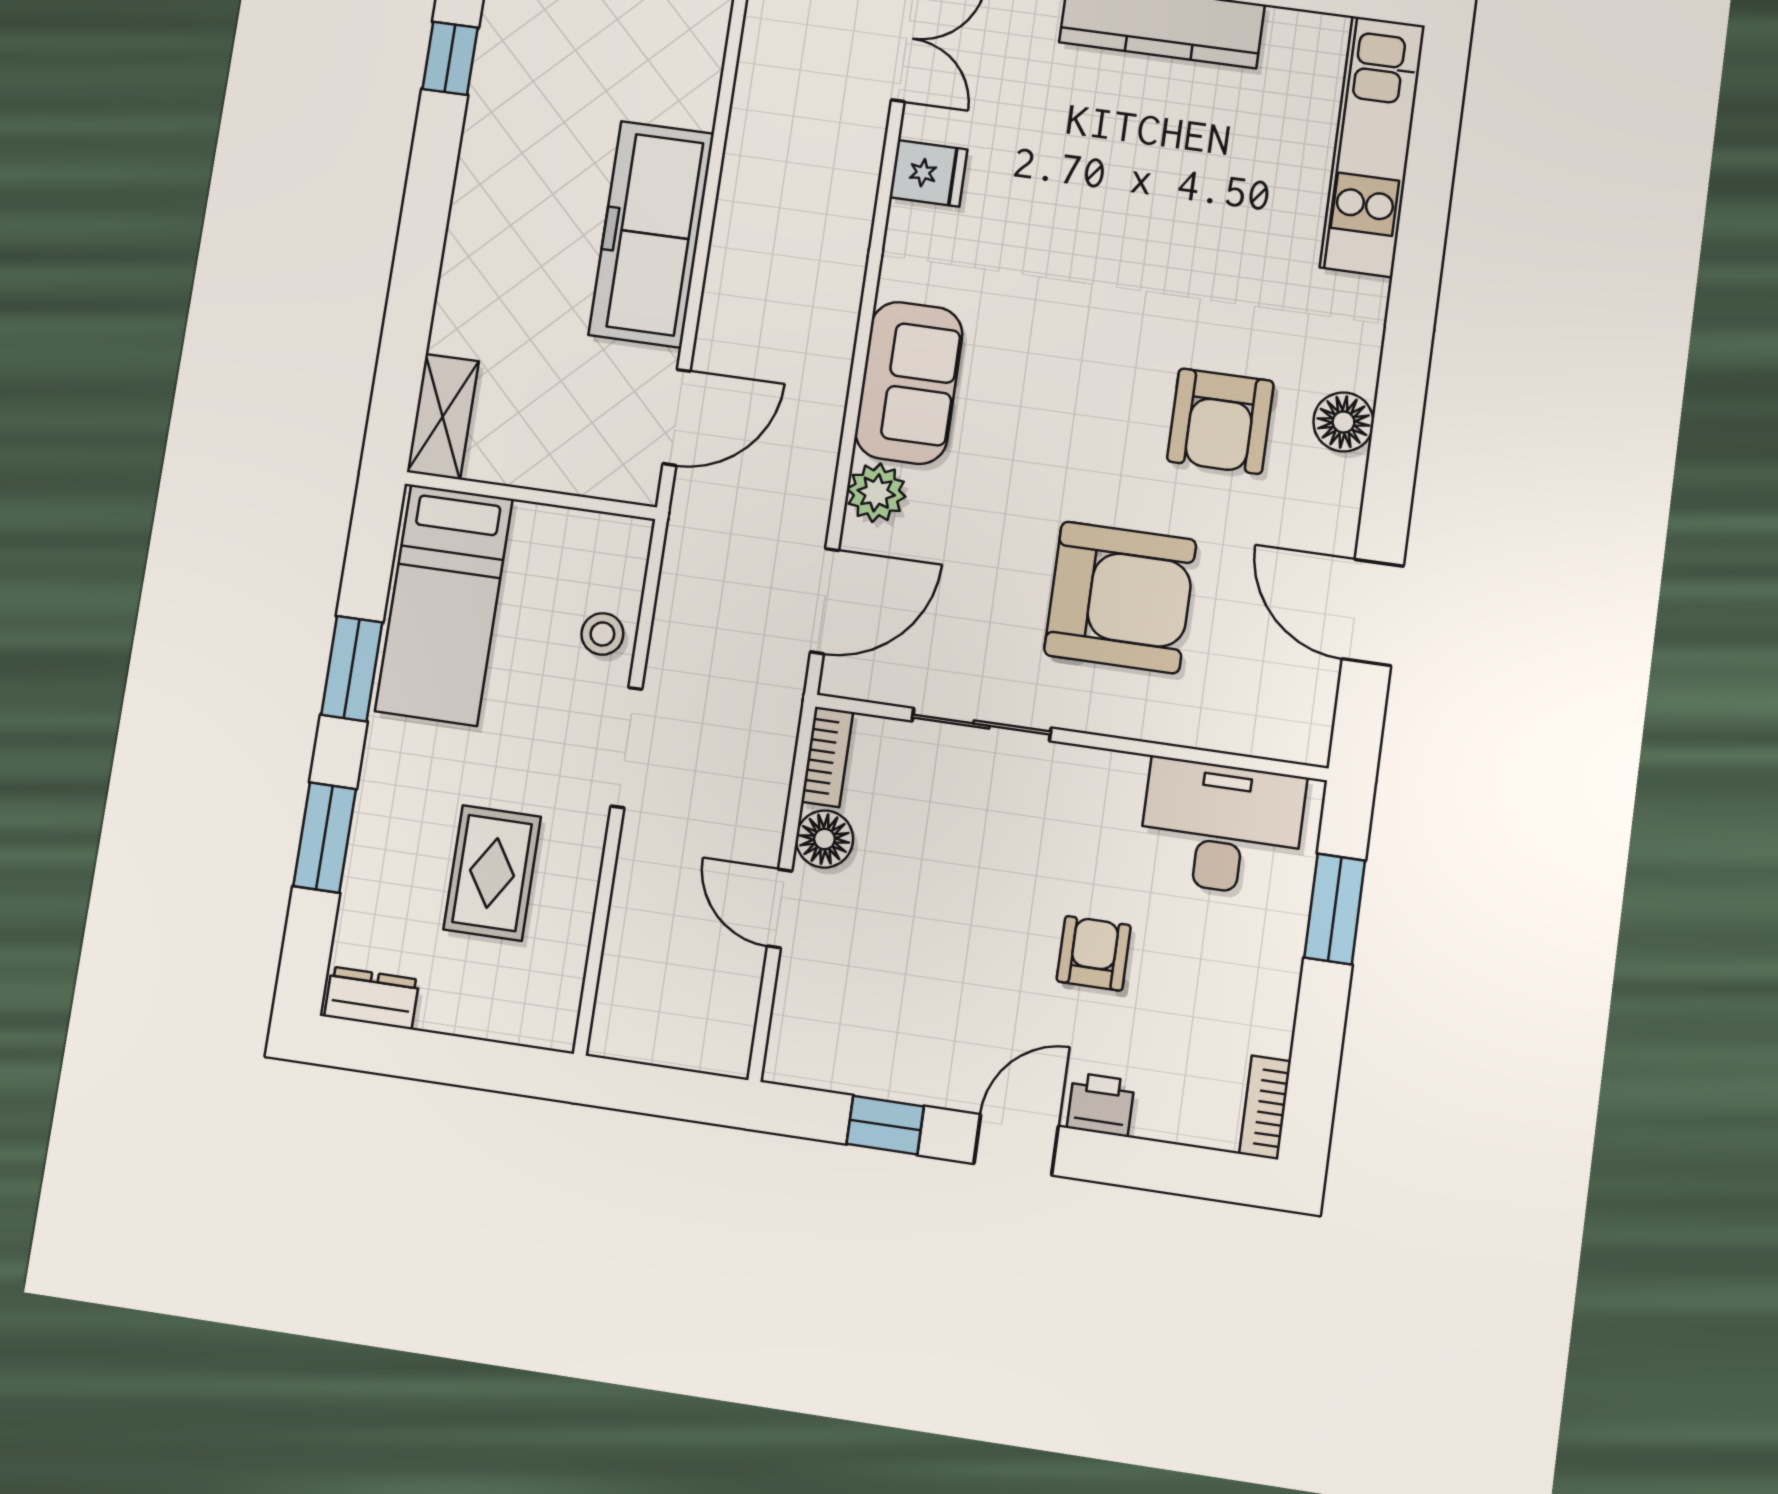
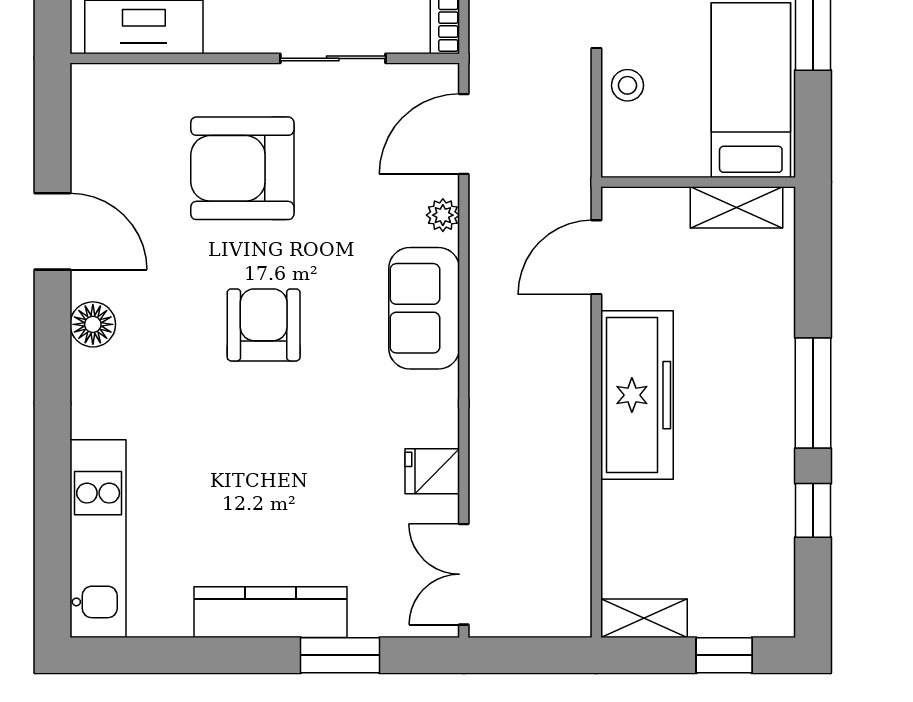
window: (426, 206) -> (813, 393), added
shelving: (443, 417) -> (737, 207), moved, turned 90
armchair: (1220, 421) -> (264, 325), moved
plant: (876, 493) -> (443, 215), width x0.73, depth x0.73
door: (1373, 612) -> (52, 231), moved

